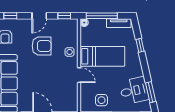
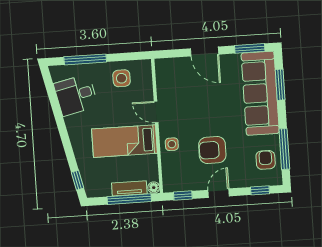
tv unit: (119, 23) -> (129, 188), moved
window: (140, 45) -> (78, 180), moved
window: (151, 92) -> (52, 94), removed

